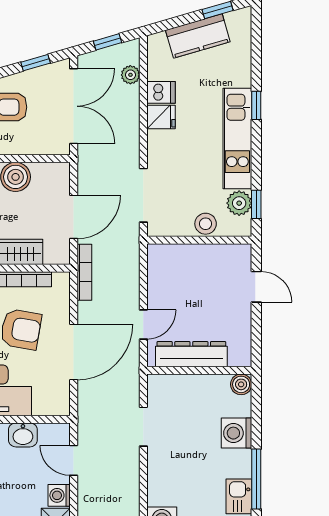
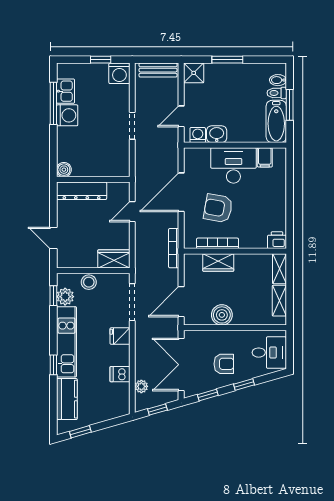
kitchen counter: (198, 36) -> (67, 399), moved, turned 106
fridge: (161, 117) -> (120, 336), moved
door: (74, 217) -> (181, 302), moved
wardrobe: (170, 257) -> (114, 259), added
dresser: (191, 354) -> (82, 191), moved
doorway: (143, 427) -> (132, 126), moved
washing machine: (236, 433) -> (67, 115), moved
door: (74, 460) -> (181, 116), swing flipped
washing machine: (59, 495) -> (198, 135), moved, turned -90

